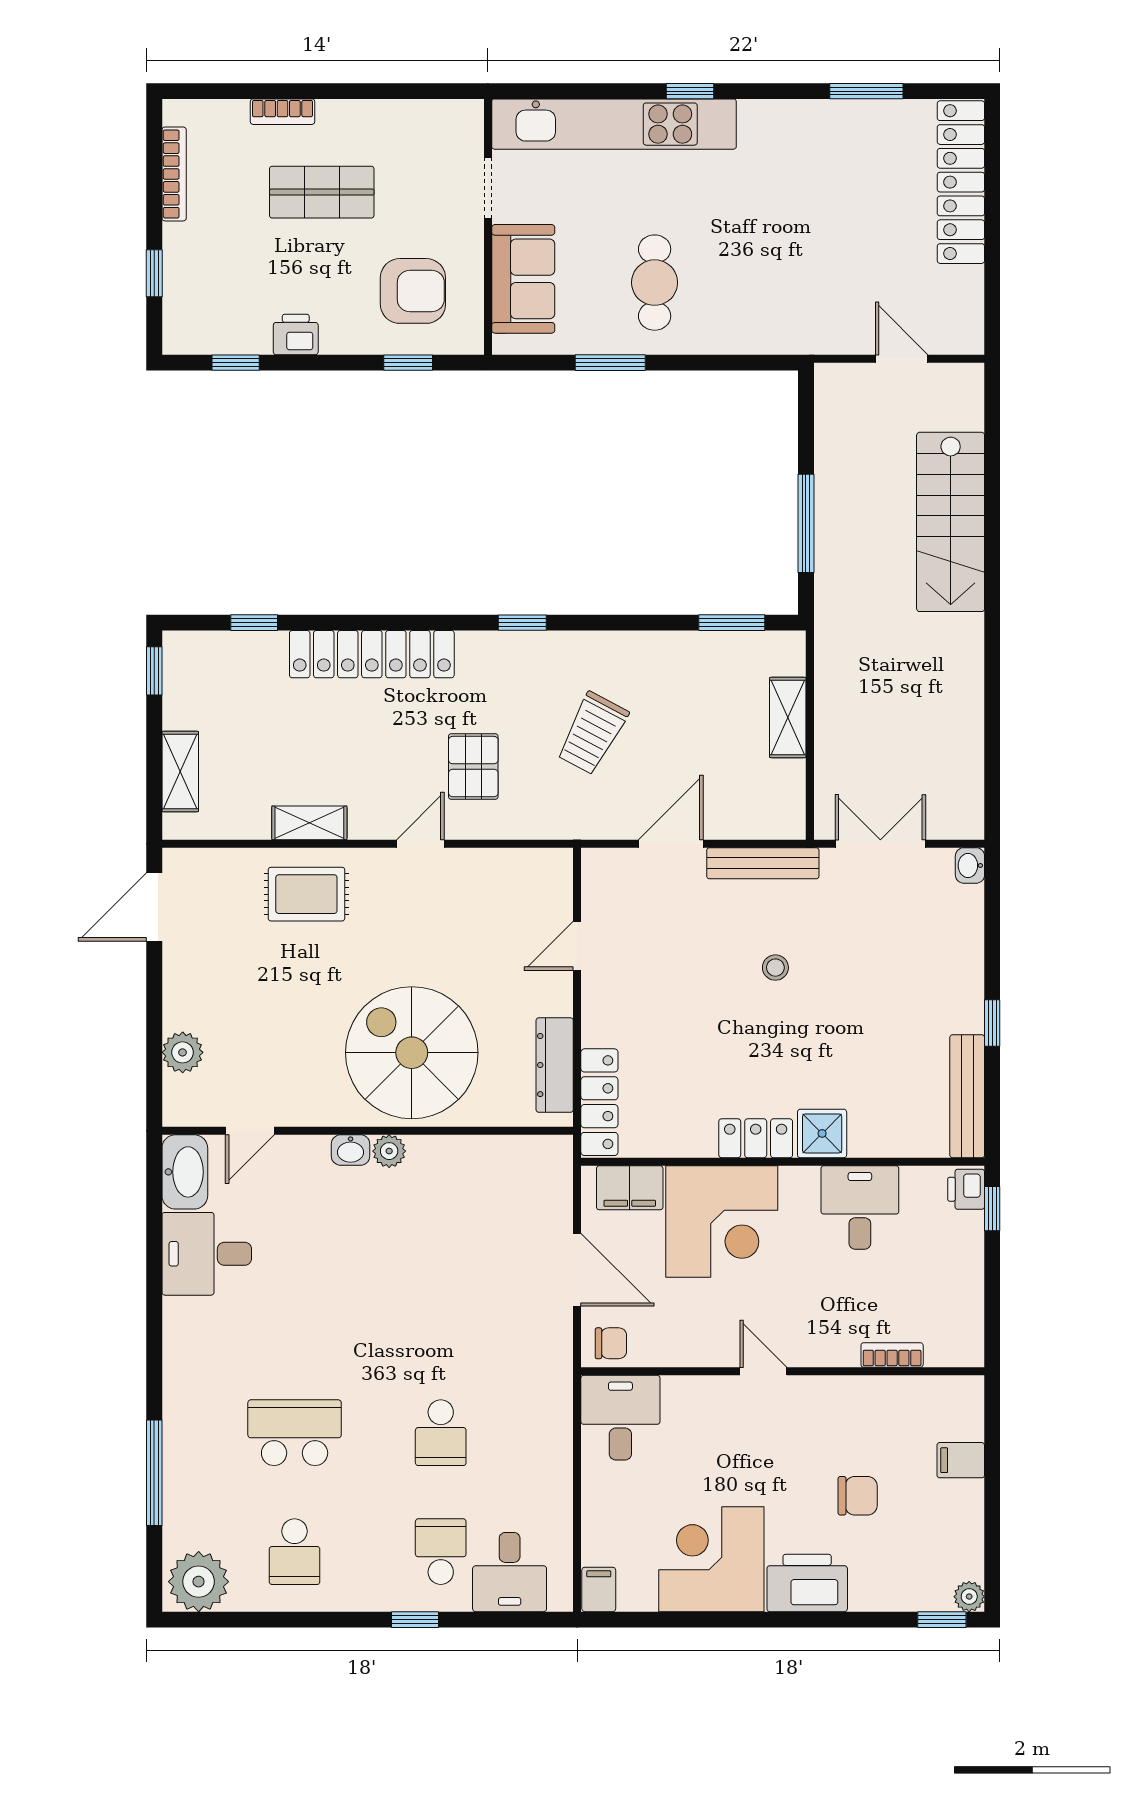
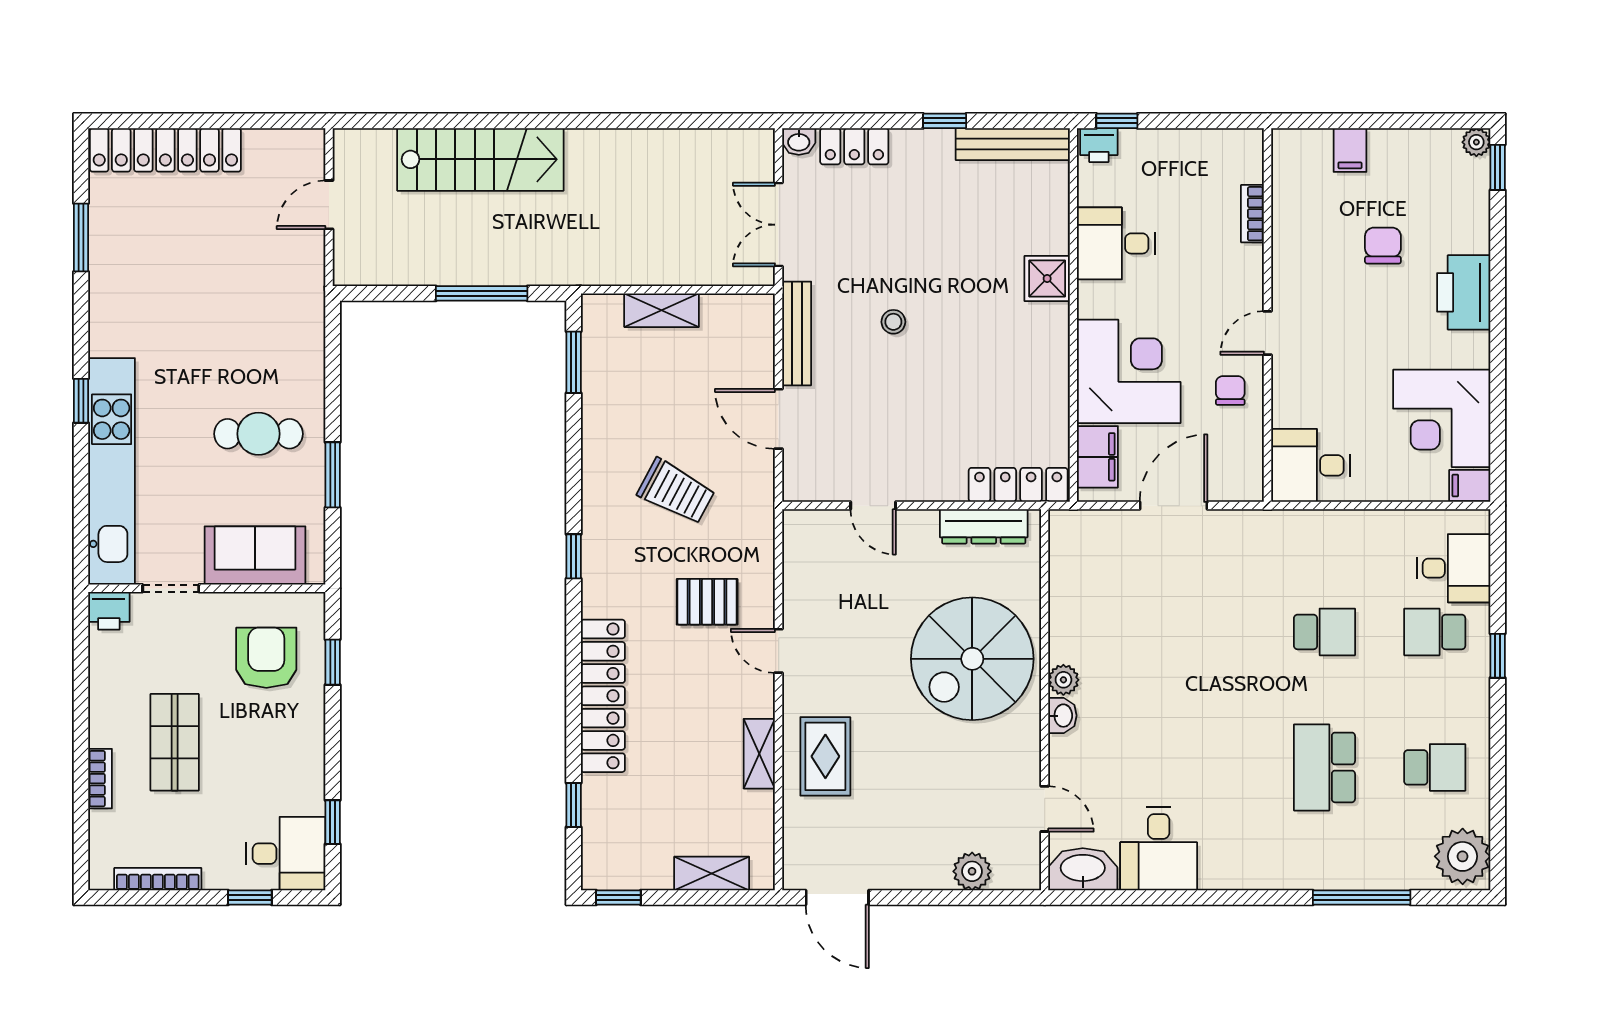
desk: (202, 312) -> (286, 854), added
printer: (296, 335) -> (109, 611), moved, turned -90
locker: (756, 1138) -> (854, 146), moved, turned -90
chair: (611, 1343) -> (1230, 390), moved
corner desk: (711, 1559) -> (1442, 418), moved

